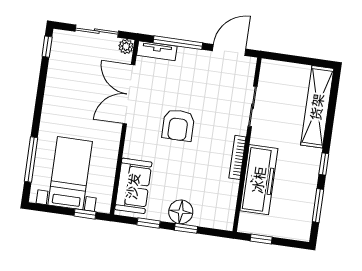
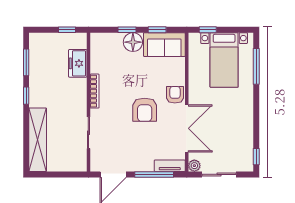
armchair: (178, 125) -> (145, 110), turned 180
armchair: (138, 138) -> (175, 95), added
freezer: (259, 180) -> (78, 63), width x0.52, depth x0.79
sofa: (133, 186) -> (164, 45), moved, turned -90

